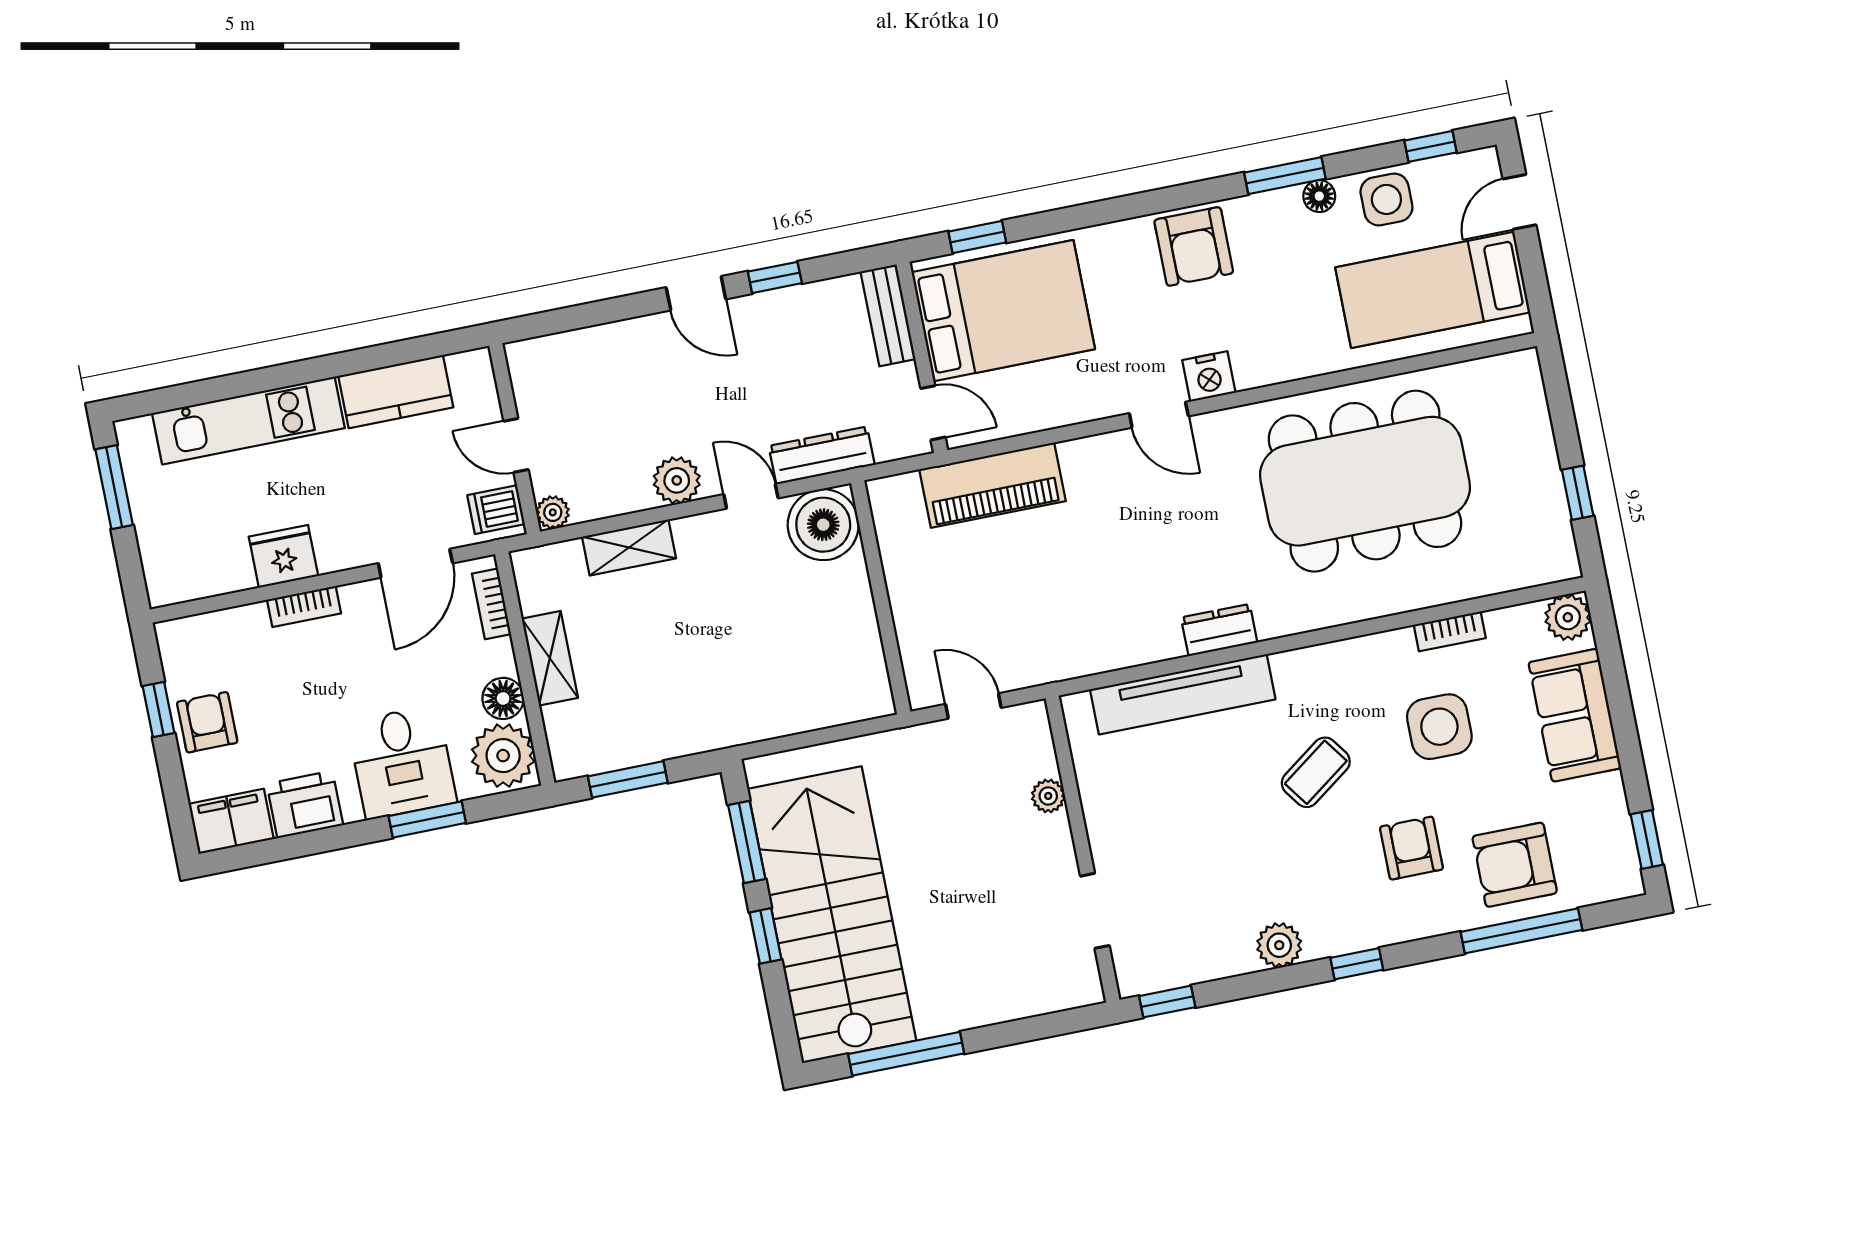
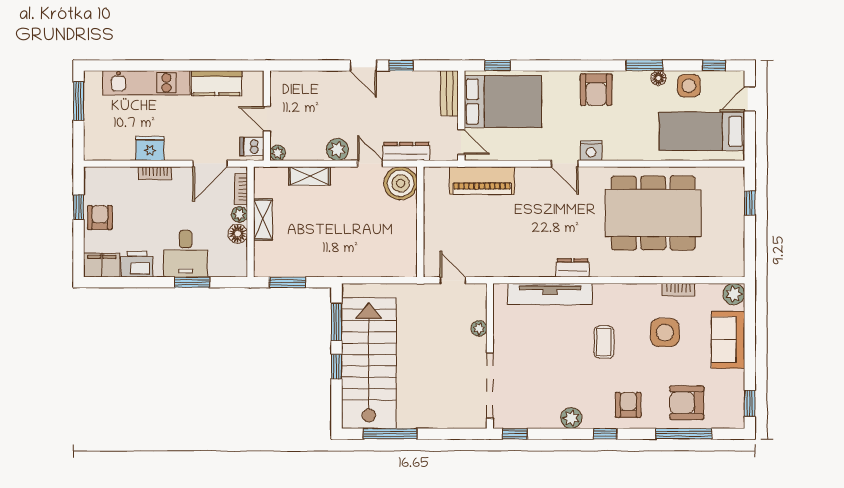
window: (1578, 493) -> (750, 203), moved
plant: (503, 756) -> (239, 214), moved, width x0.53, depth x0.53
coffee table: (1316, 772) -> (604, 342), turned -54
armchair: (1411, 848) -> (628, 405), moved
doorway: (1095, 911) -> (490, 385), width x1.88

